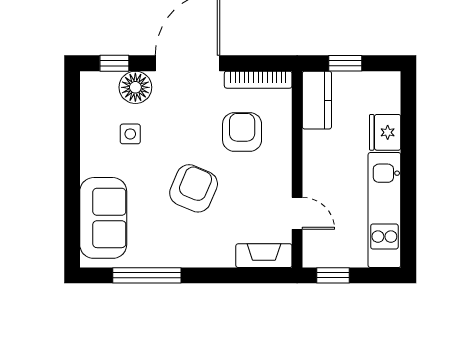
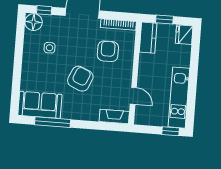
floor lamp: (135, 87) -> (34, 22), moved
fridge: (385, 132) -> (184, 35), moved
sofa: (103, 218) -> (40, 105), moved, turned -90
window: (333, 275) -> (171, 131), moved

